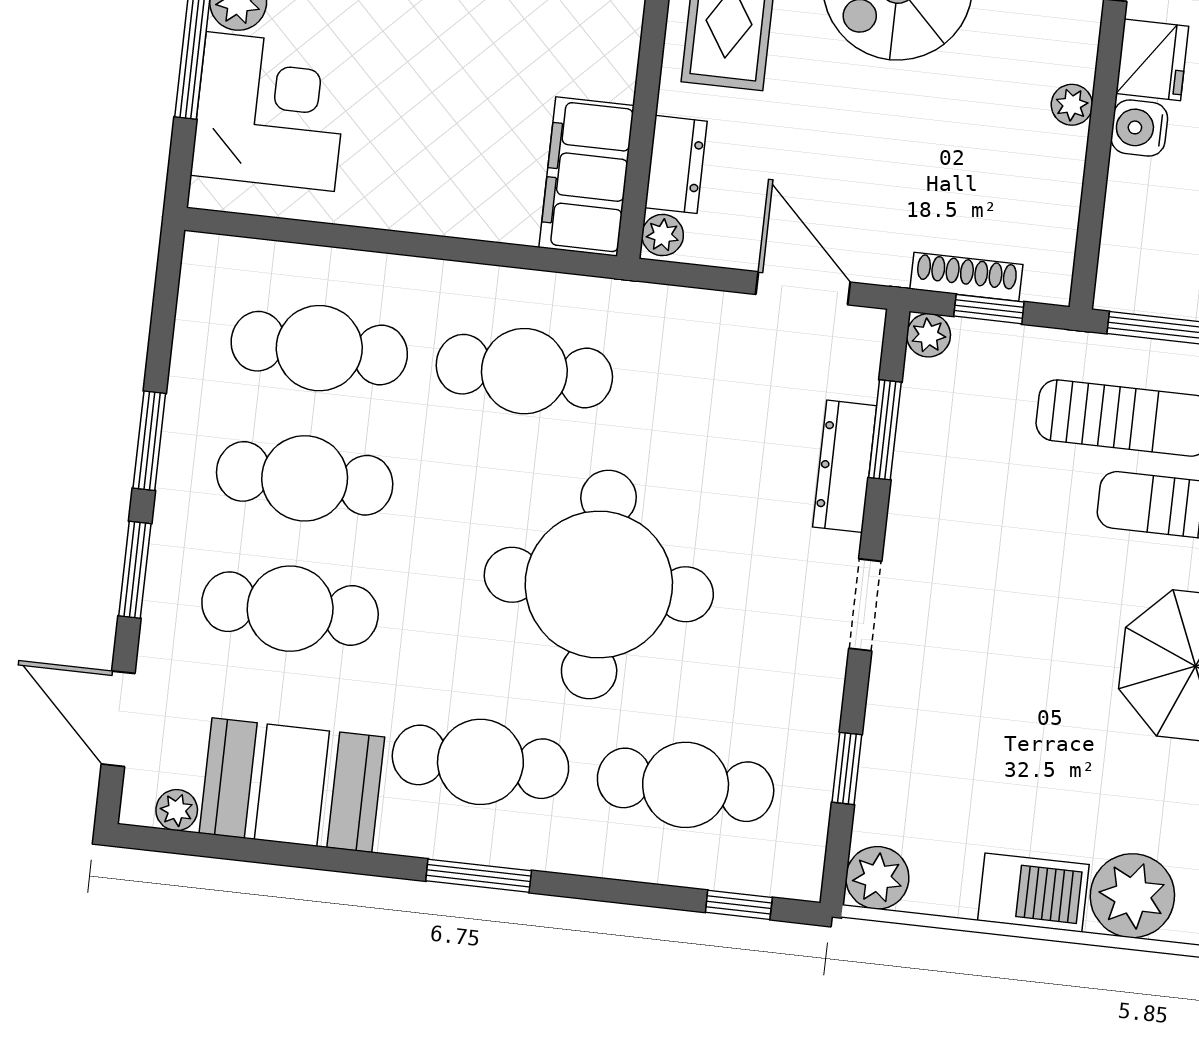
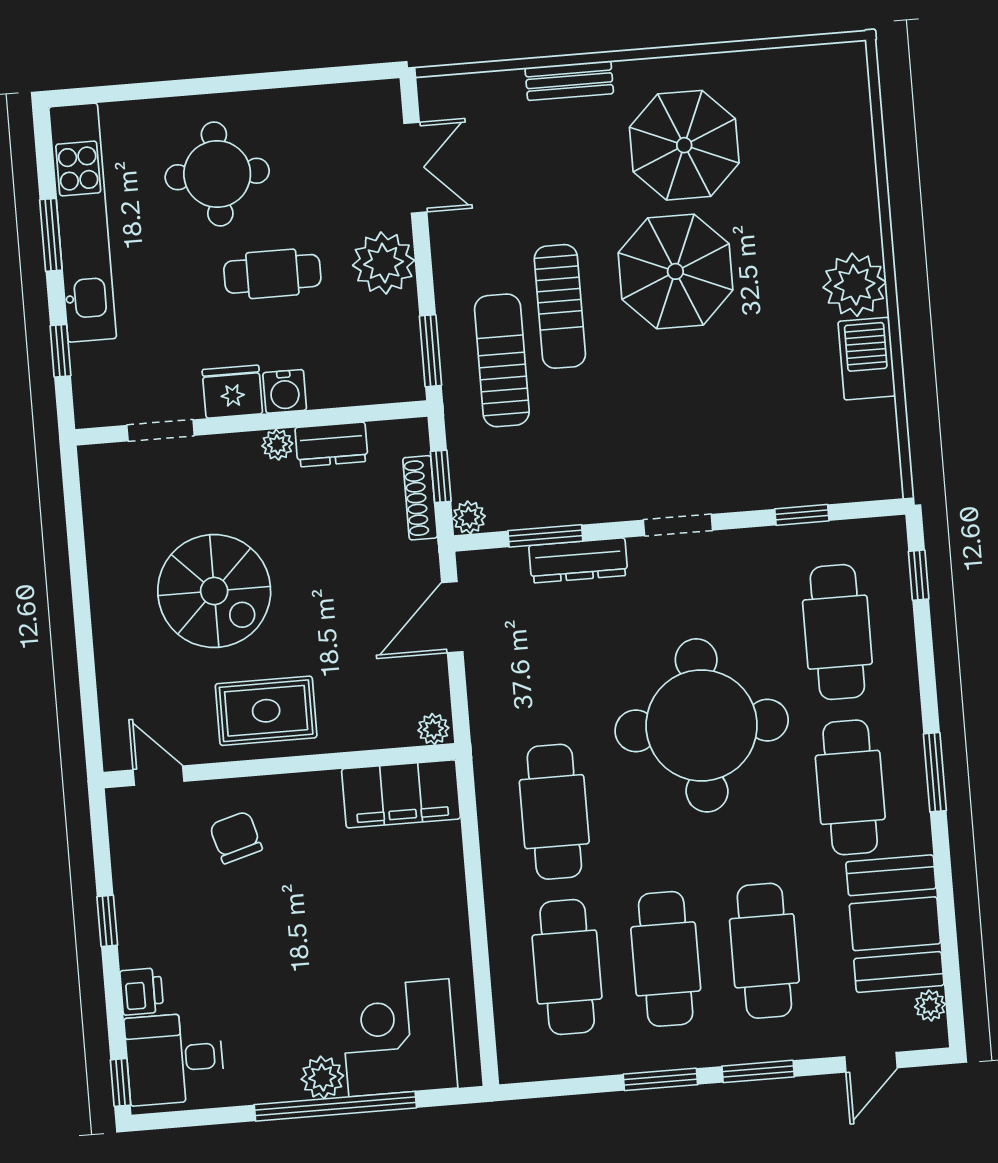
dresser: (676, 164) -> (331, 444), moved, turned 180
door: (118, 719) -> (871, 1062), width x0.73
plant: (877, 878) -> (878, 476), removed

